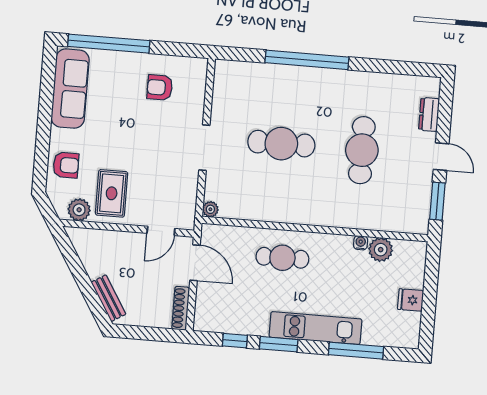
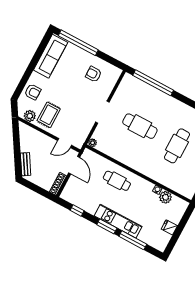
window: (307, 60) -> (153, 83), moved
window: (279, 344) -> (107, 226), moved

